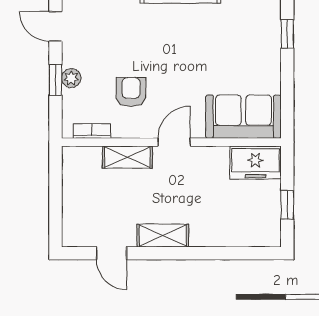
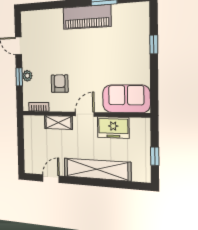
freezer: (256, 163) -> (113, 128), moved
shelving: (163, 236) -> (97, 169), width x2.20, depth x1.33
door: (112, 253) -> (51, 179), swing flipped

